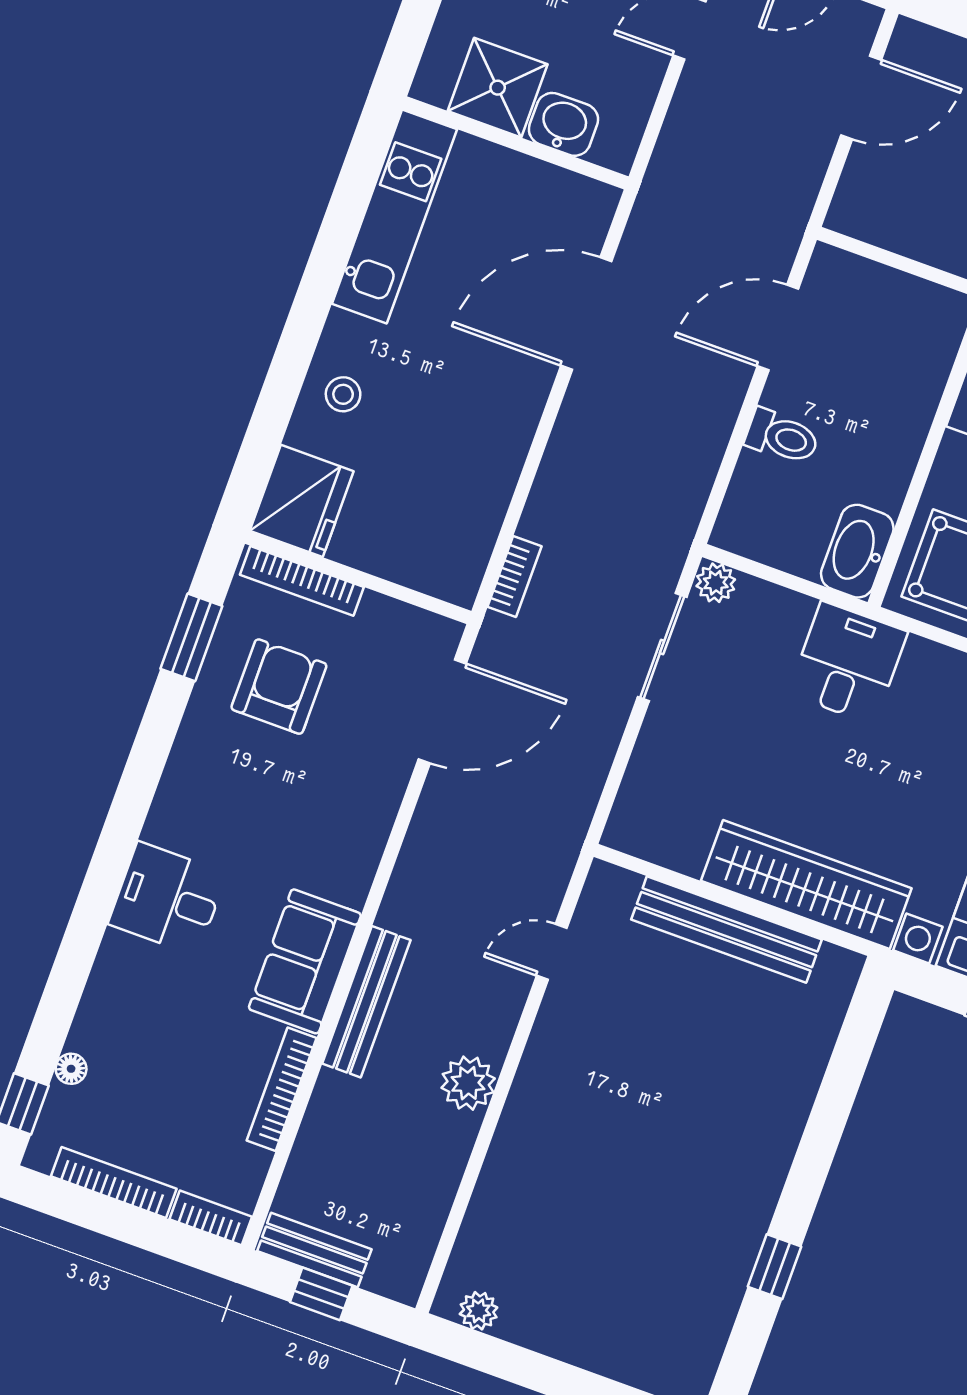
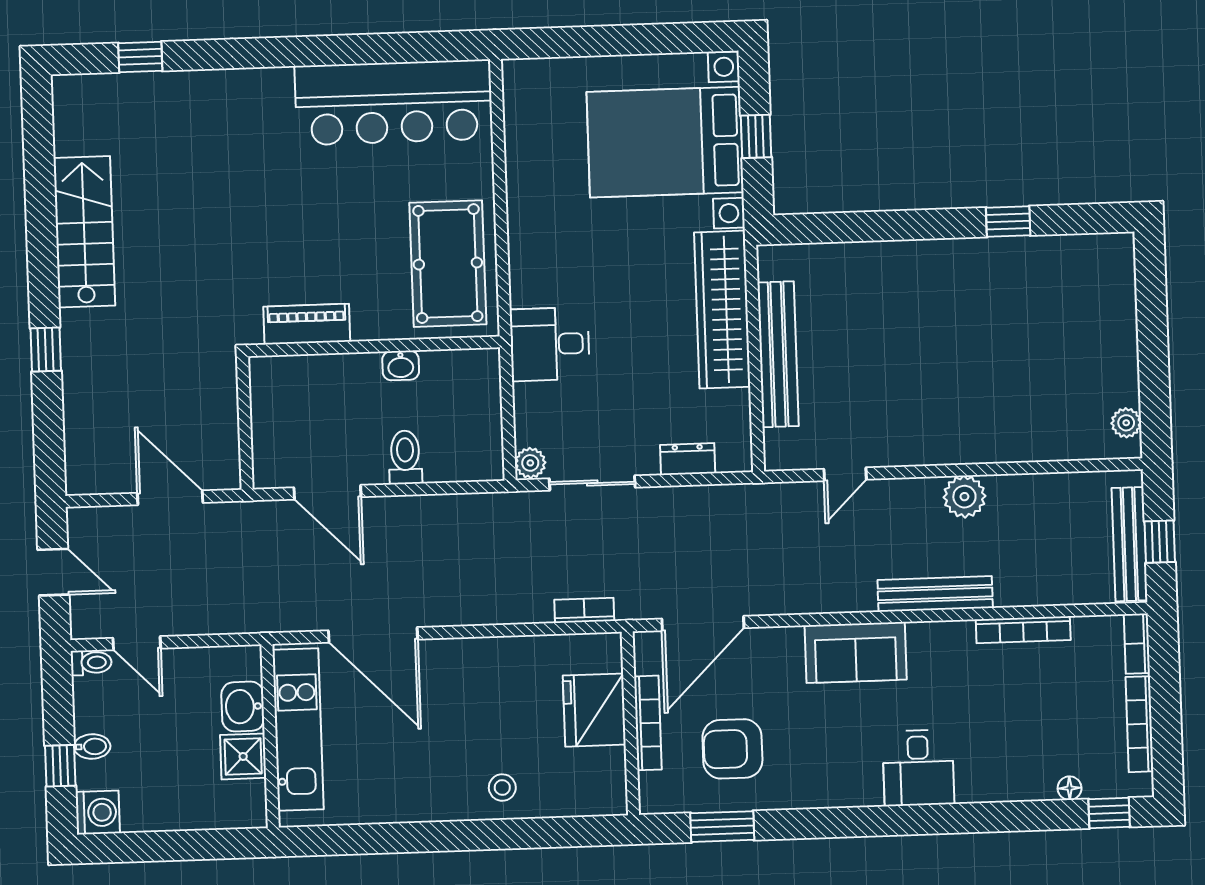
shower: (498, 88) -> (243, 756), width x0.73, depth x0.73
door: (861, 98) -> (170, 498), moved
kitchen unit: (394, 216) -> (298, 730), moved, turned 90
fridge: (302, 501) -> (594, 710), moved, turned -90
washbasin: (857, 551) -> (401, 365), moved, width x0.52, depth x0.69
bookcase: (302, 581) -> (648, 723), moved
door: (442, 711) -> (703, 623), swing flipped
dresser: (645, 772) -> (688, 459), added
door: (552, 952) -> (845, 474), hinge flipped
sofa: (305, 961) -> (856, 653), moved
bench: (314, 1250) -> (1129, 544), width x1.36

